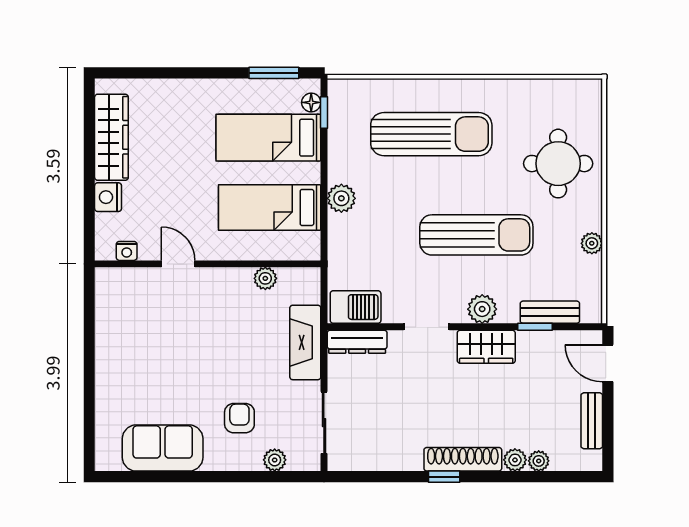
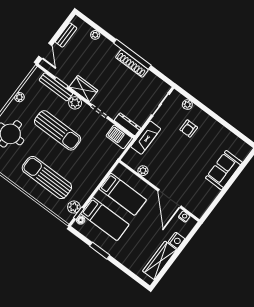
window: (274, 73) -> (100, 251), moved
plant: (341, 198) -> (74, 207), moved
sun lounger: (476, 235) -> (58, 130), turned 180
door: (178, 264) -> (170, 199), width x1.88
bench: (550, 312) -> (56, 87), width x1.36
sofa: (163, 448) -> (224, 170), moved, turned 90
shoe rack: (463, 459) -> (132, 63), moved
plant: (515, 460) -> (103, 41), removed
window: (444, 477) -> (132, 54), width x3.17

